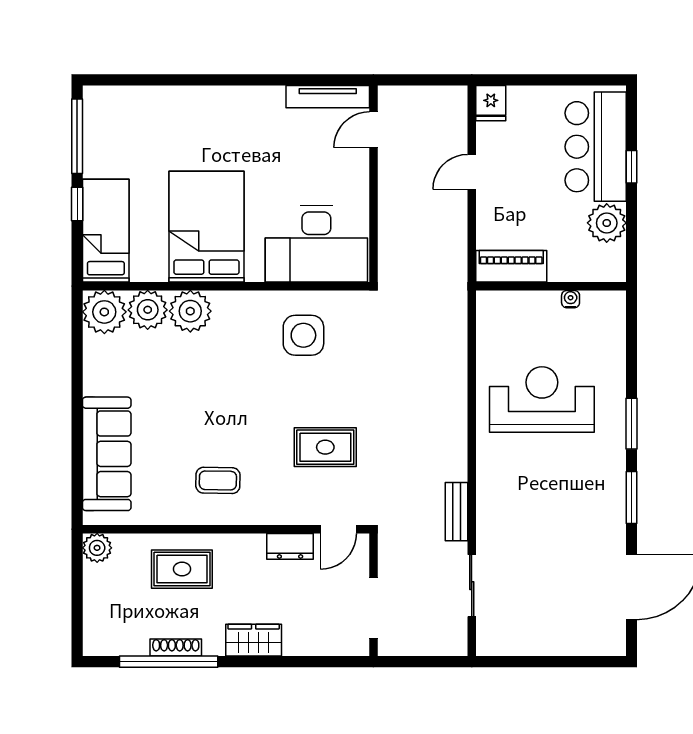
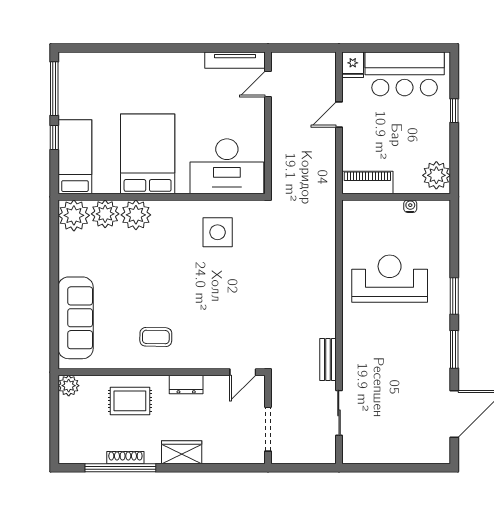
bar counter: (596, 147) -> (405, 74), moved, turned -90
plant: (607, 223) -> (436, 175), moved
rug: (325, 447) -> (233, 313), removed
dresser: (290, 546) -> (186, 385), moved

